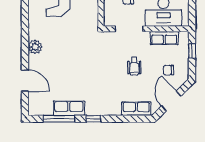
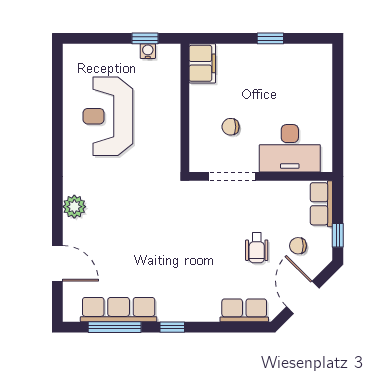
row of seats: (164, 38) -> (321, 204), moved, turned 90
window: (192, 51) -> (338, 235), moved
wheelchair: (134, 66) -> (257, 248), moved
row of seats: (69, 108) -> (119, 310), width x1.48

